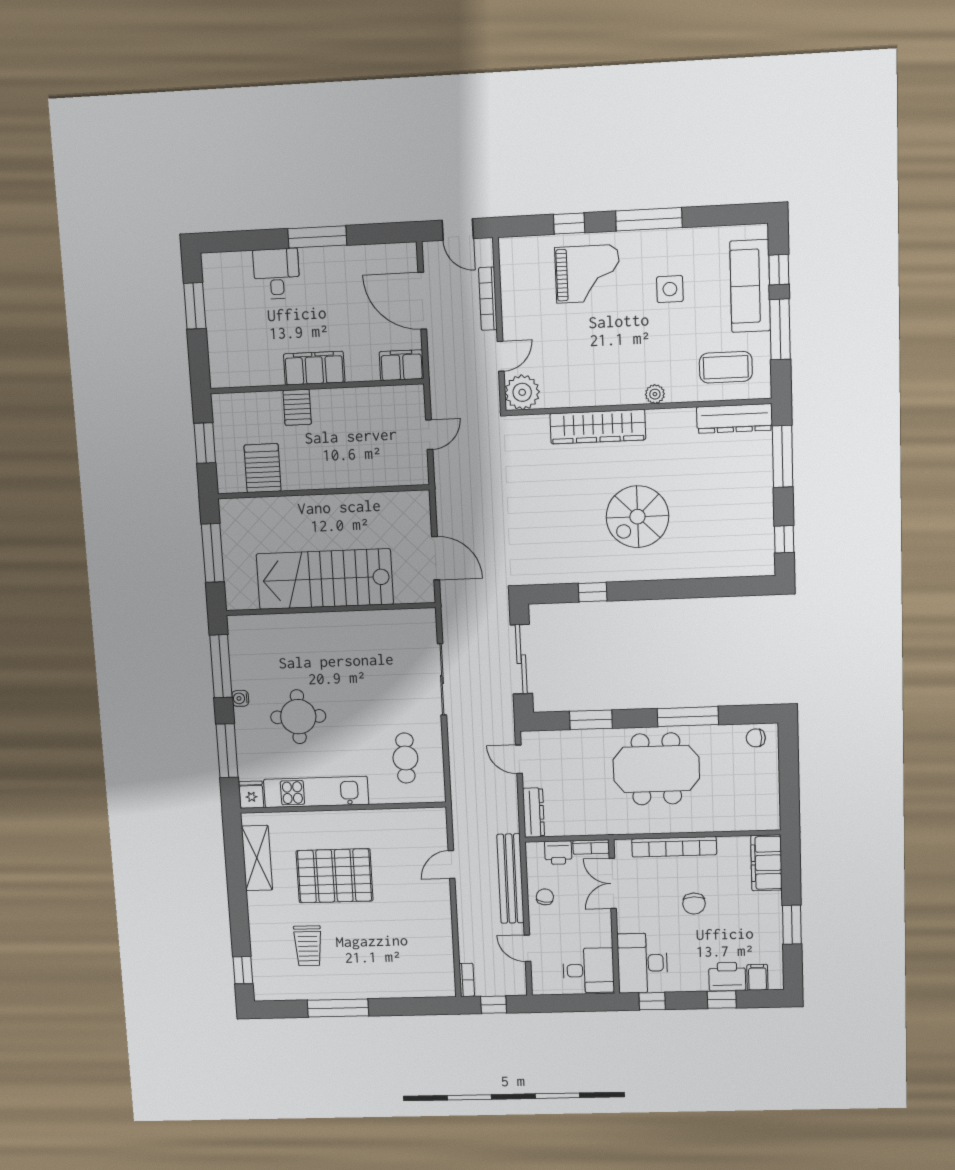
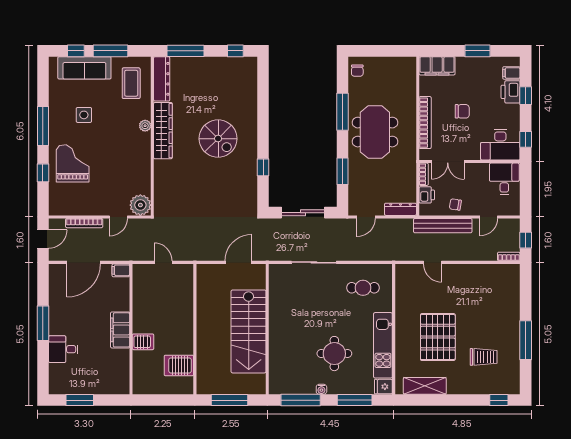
door: (501, 356) -> (118, 217), swing flipped
filing cabinet: (402, 365) -> (121, 270), width x0.50
wardrobe: (598, 427) -> (163, 131), moved
window: (205, 443) -> (162, 400), removed

